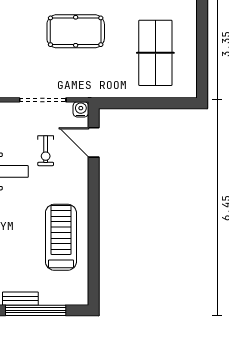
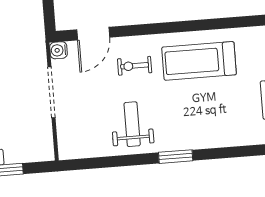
exercise bike: (46, 151) -> (135, 66), moved, turned 180

